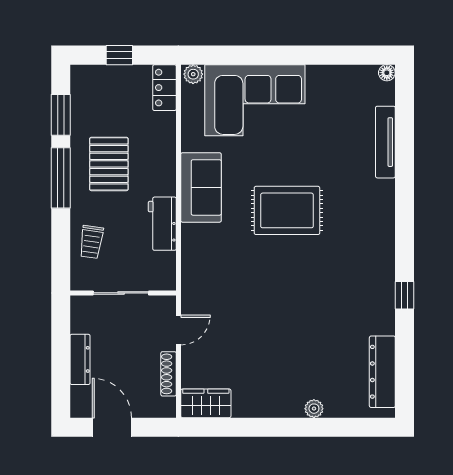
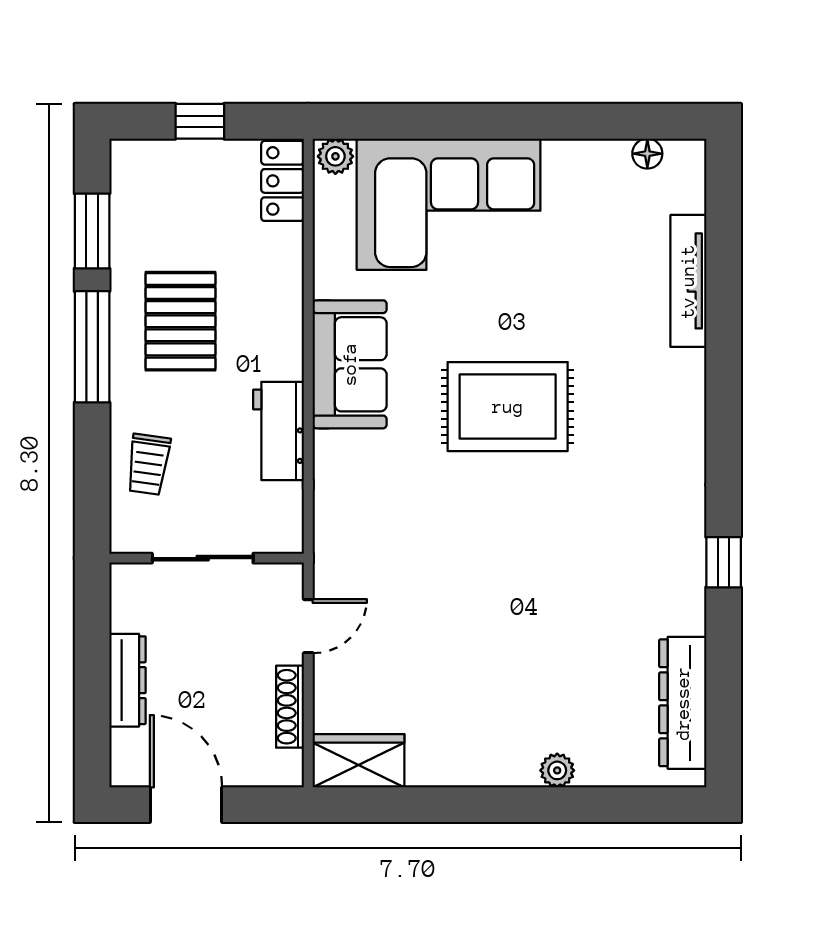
floor lamp: (387, 73) -> (647, 154), moved

